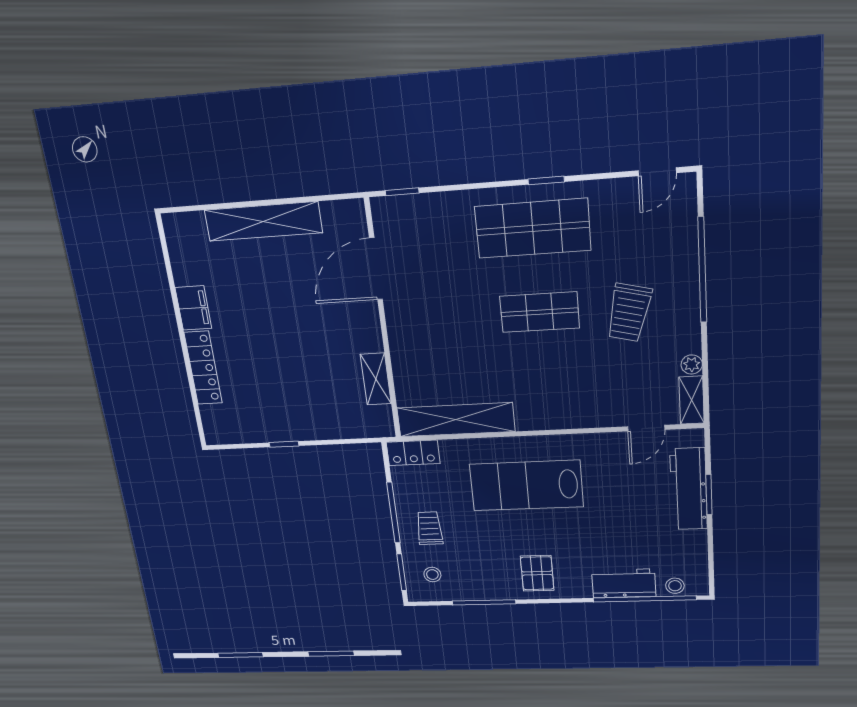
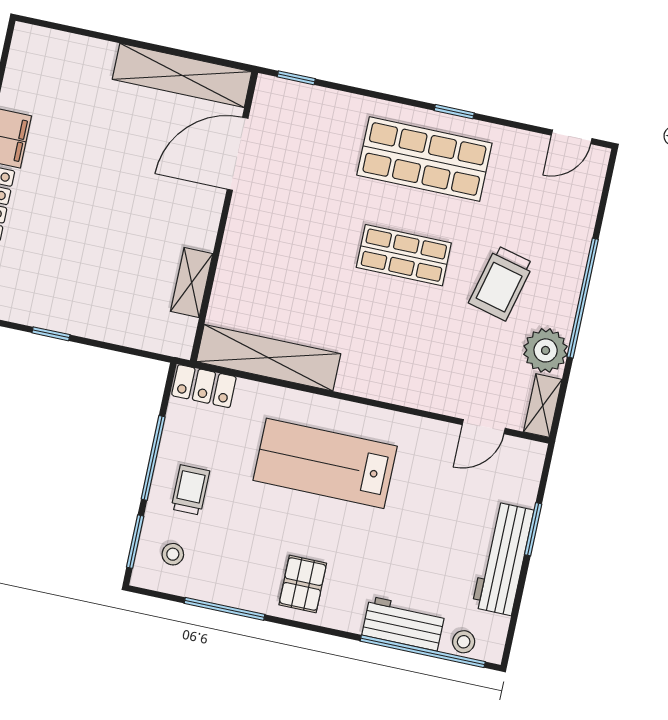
shelving: (263, 221) -> (182, 75), moved
window: (702, 270) -> (583, 298), moved
plant: (692, 364) -> (546, 350), width x1.88, depth x1.88
workbench: (689, 489) -> (503, 559), moved

